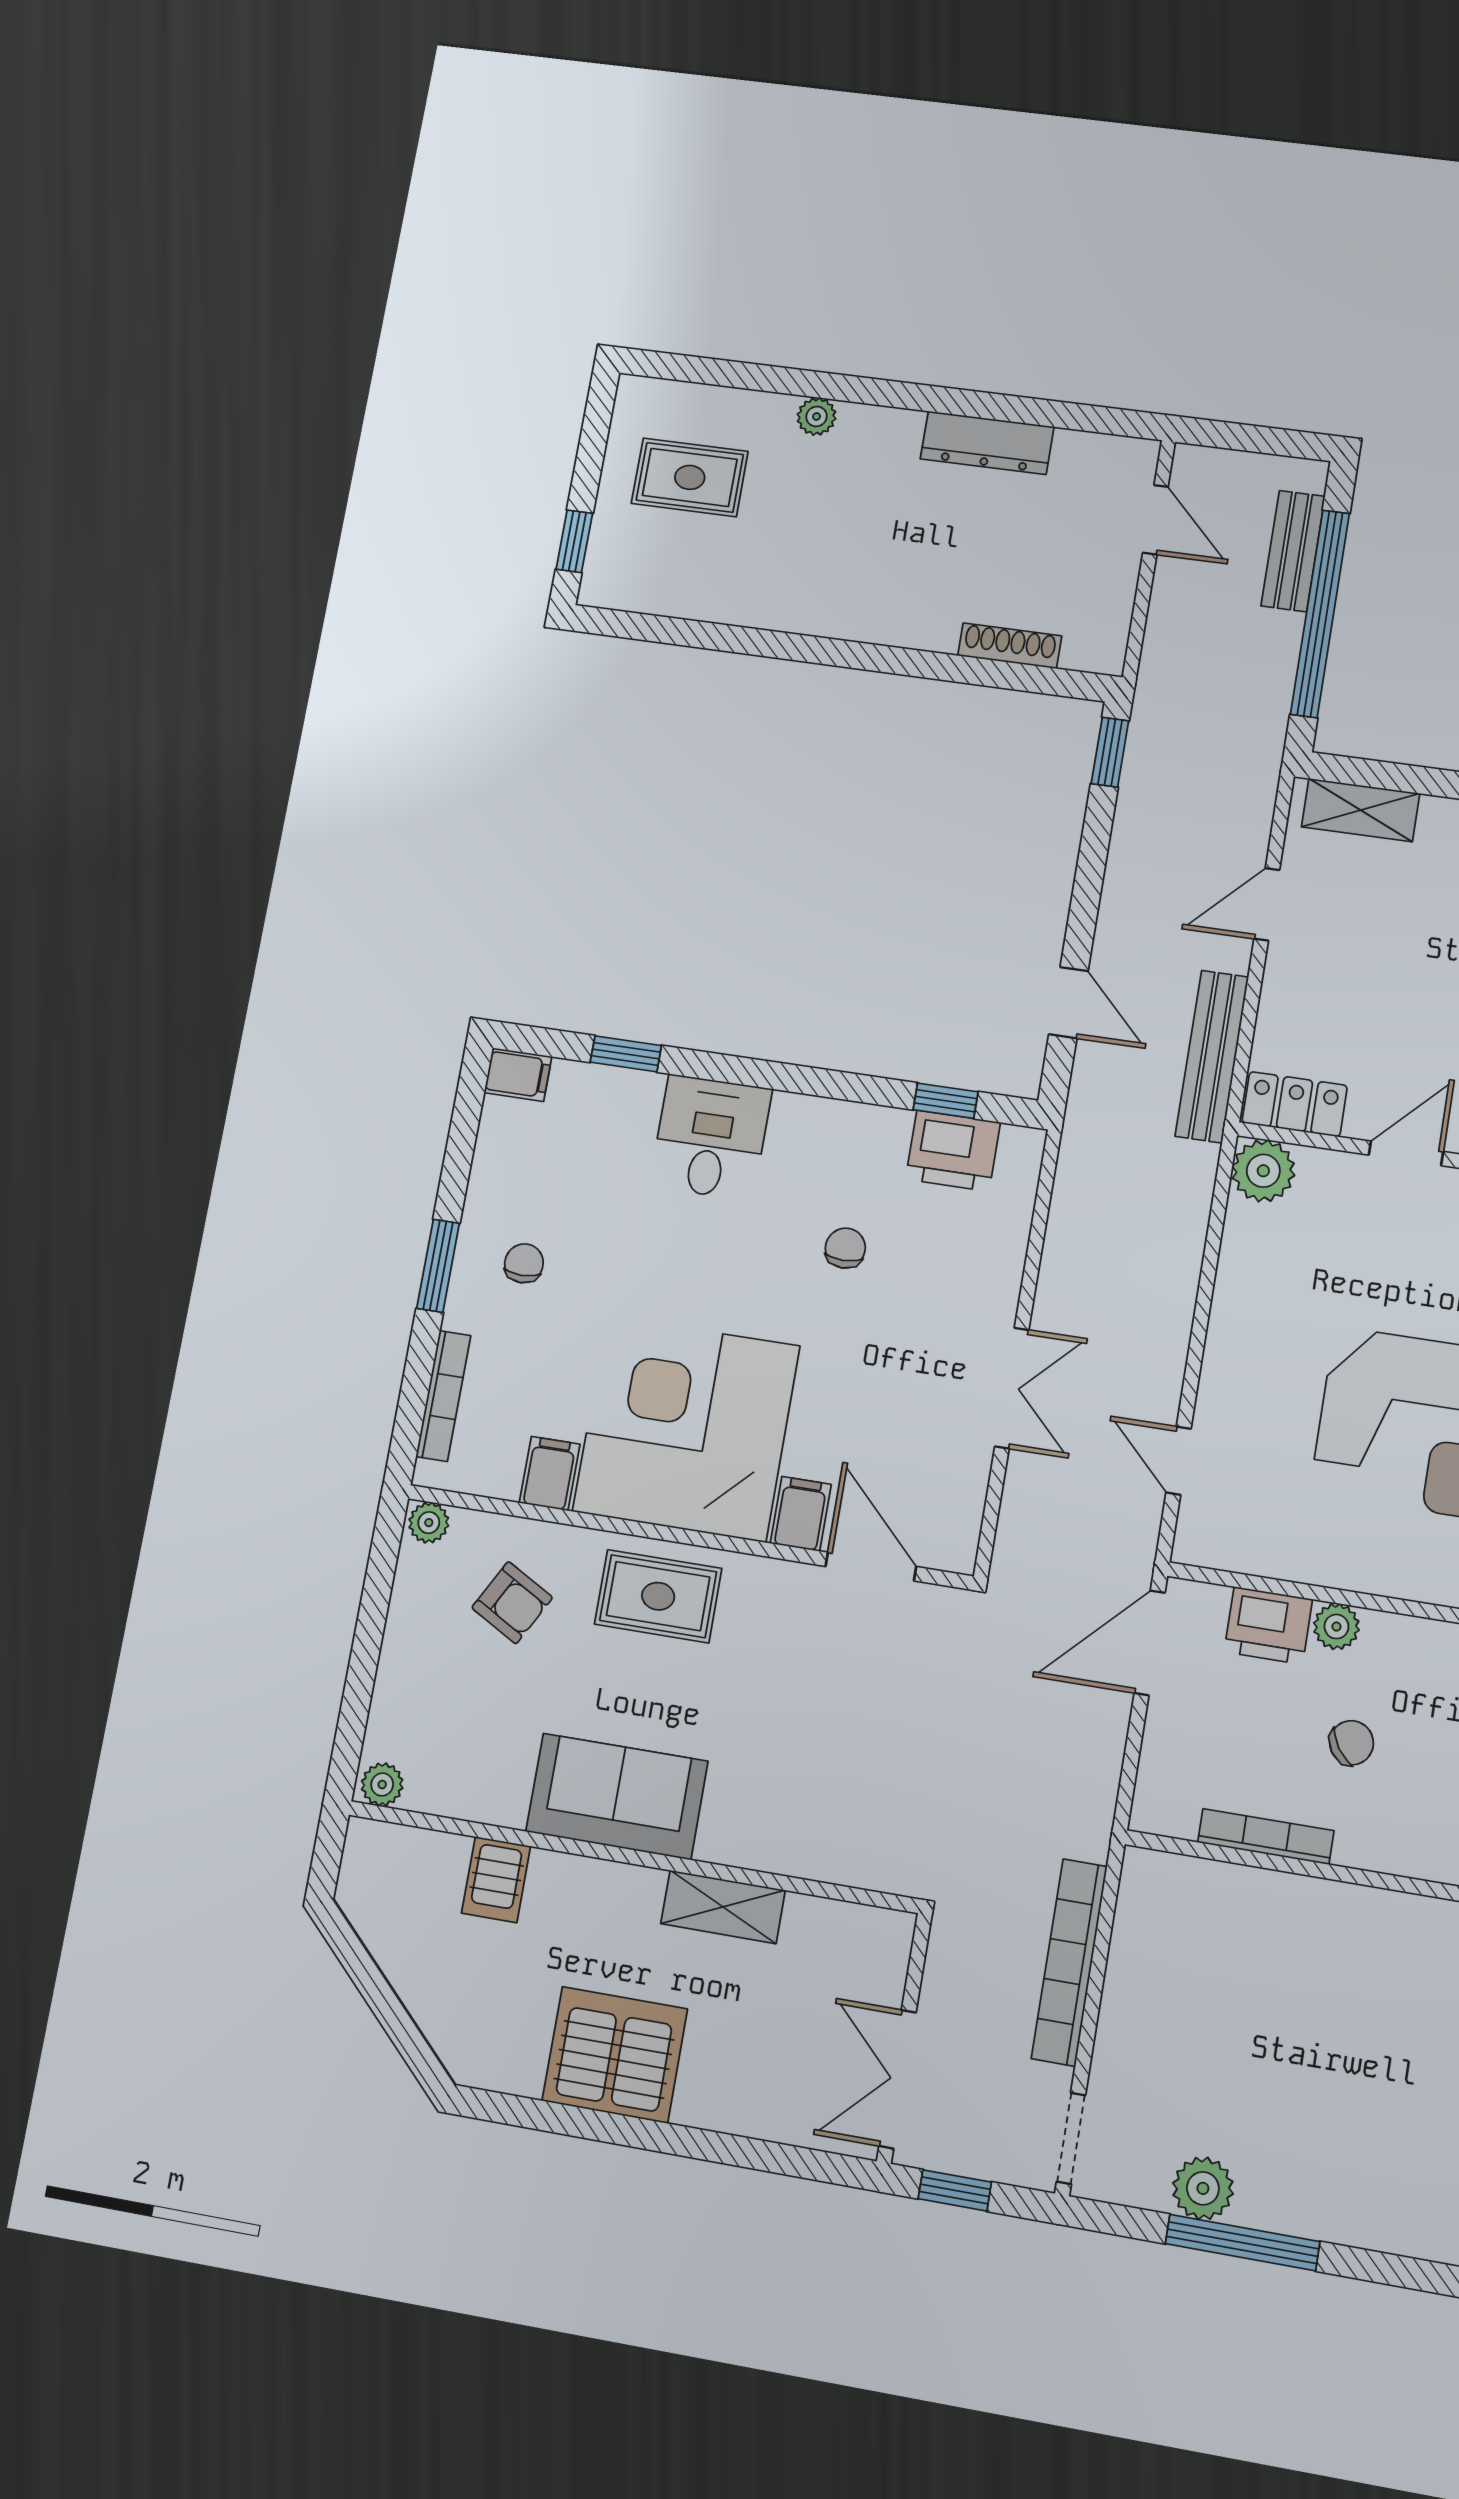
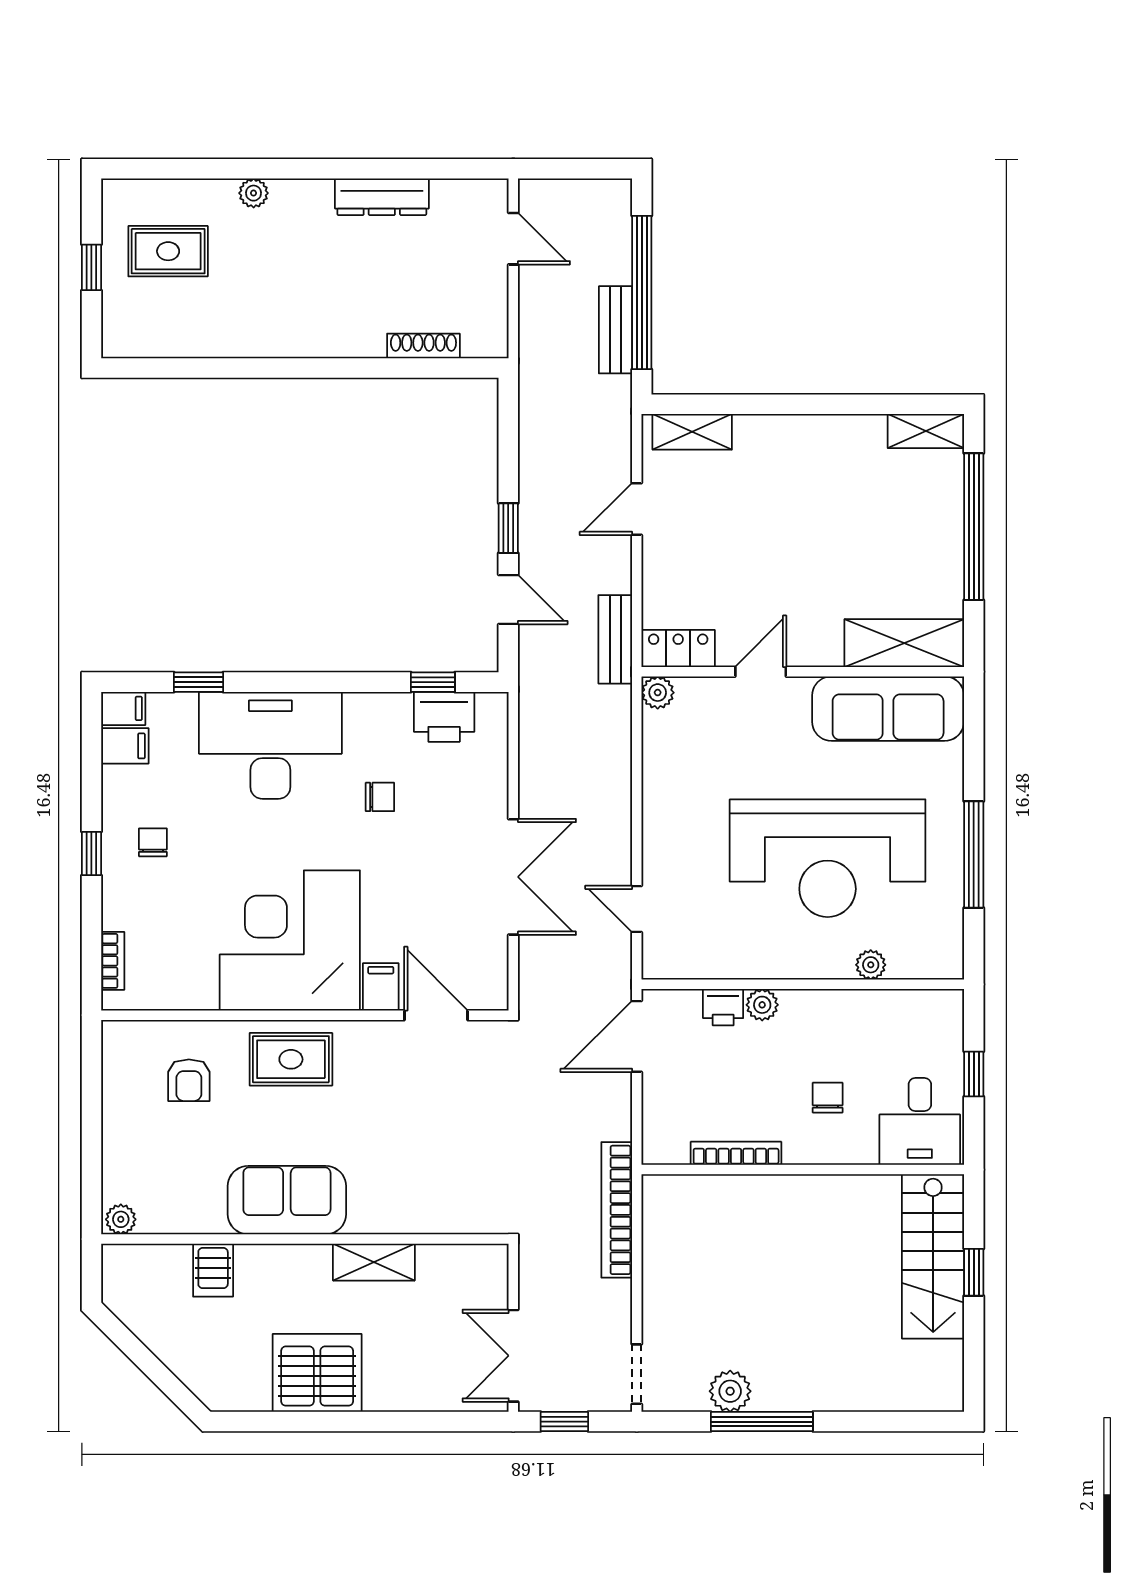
window: (574, 541) -> (91, 267), moved
bench: (1293, 551) -> (615, 330), moved
window: (1110, 752) -> (508, 528), moved
bench: (1212, 1056) -> (615, 639), width x0.73
desk: (711, 1137) -> (270, 745), width x1.87, depth x1.30
plant: (1263, 1171) -> (658, 693), width x0.73, depth x0.73
chair: (845, 1248) -> (380, 797), turned 90
window: (438, 1266) -> (91, 854), width x0.67
double door: (1012, 1388) -> (513, 877), width x1.37
bookcase: (443, 1396) -> (113, 961), width x0.64
filing cabinet: (550, 1474) -> (125, 746), moved, turned 90
plant: (429, 1523) -> (119, 1034), removed
armchair: (512, 1603) -> (189, 1080), turned 61
printer: (1268, 1626) -> (723, 1007), width x0.73, depth x0.81
chair: (1352, 1743) -> (828, 1098), moved, turned -56
bookcase: (1069, 1962) -> (617, 1210), moved

